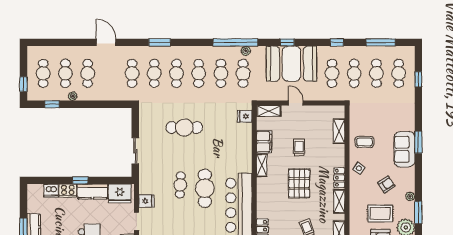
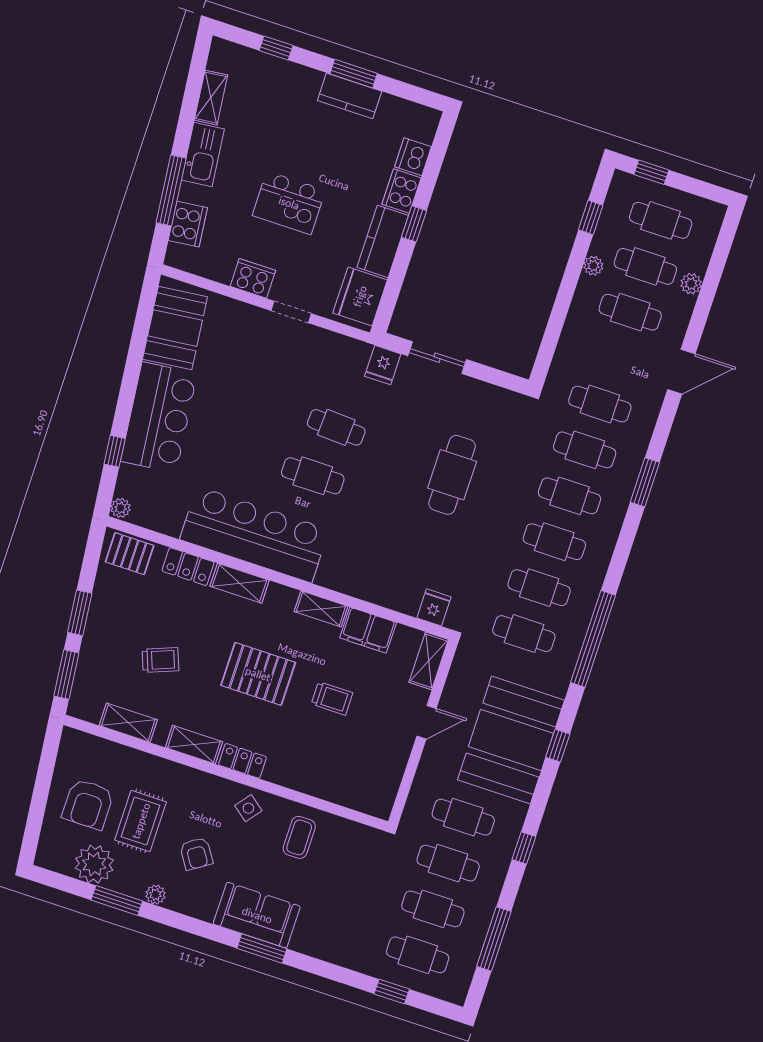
plant: (246, 51) -> (691, 284), moved
shelving: (339, 131) -> (240, 583), moved
cafe table: (205, 188) -> (313, 476), width x0.73, depth x0.74
fridge: (146, 201) -> (383, 365), moved

